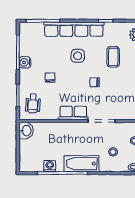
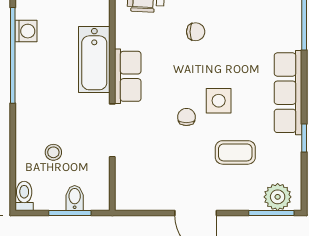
row of seats: (74, 29) -> (288, 93), width x0.73
side table: (78, 56) -> (219, 101), moved
bathtub: (81, 164) -> (94, 60), moved, turned 180

